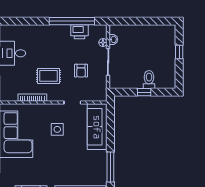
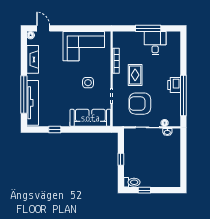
printer: (80, 32) -> (174, 85), moved
window: (179, 52) -> (144, 190), moved
armchair: (81, 71) -> (140, 104), width x1.88, depth x1.88
toilet: (149, 80) -> (132, 182), moved
window: (110, 167) -> (55, 129), width x0.46

